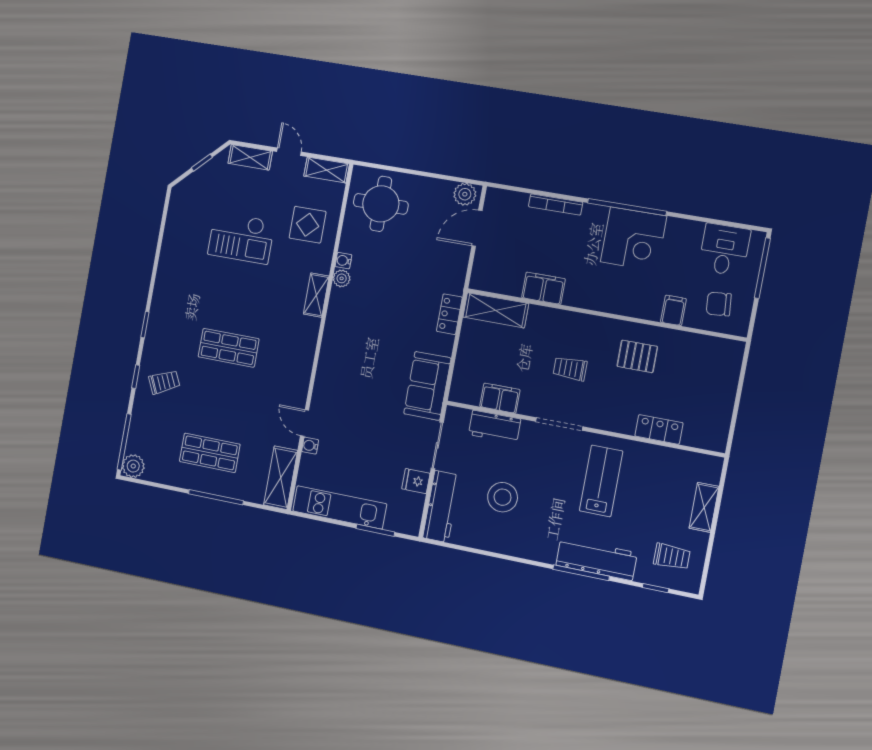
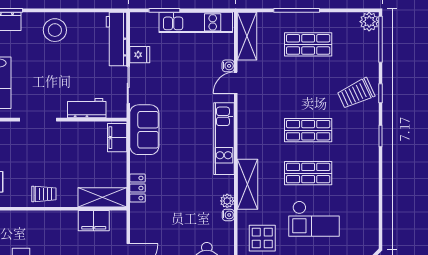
checkout: (241, 238) -> (314, 219), turned 180
filing cabinet: (543, 288) -> (94, 221), moved
shop shelf: (238, 295) -> (308, 173), added
shelving: (316, 295) -> (248, 184), width x1.50, depth x1.33
kitchen unit: (332, 356) -> (224, 139), added
trolley: (570, 369) -> (44, 194), moved
trolley: (164, 382) -> (356, 93), width x1.36, depth x1.39
filing cabinet: (500, 398) -> (117, 138), moved, turned 90
door: (305, 423) -> (236, 83), swing flipped
stool: (503, 497) -> (55, 30), moved

